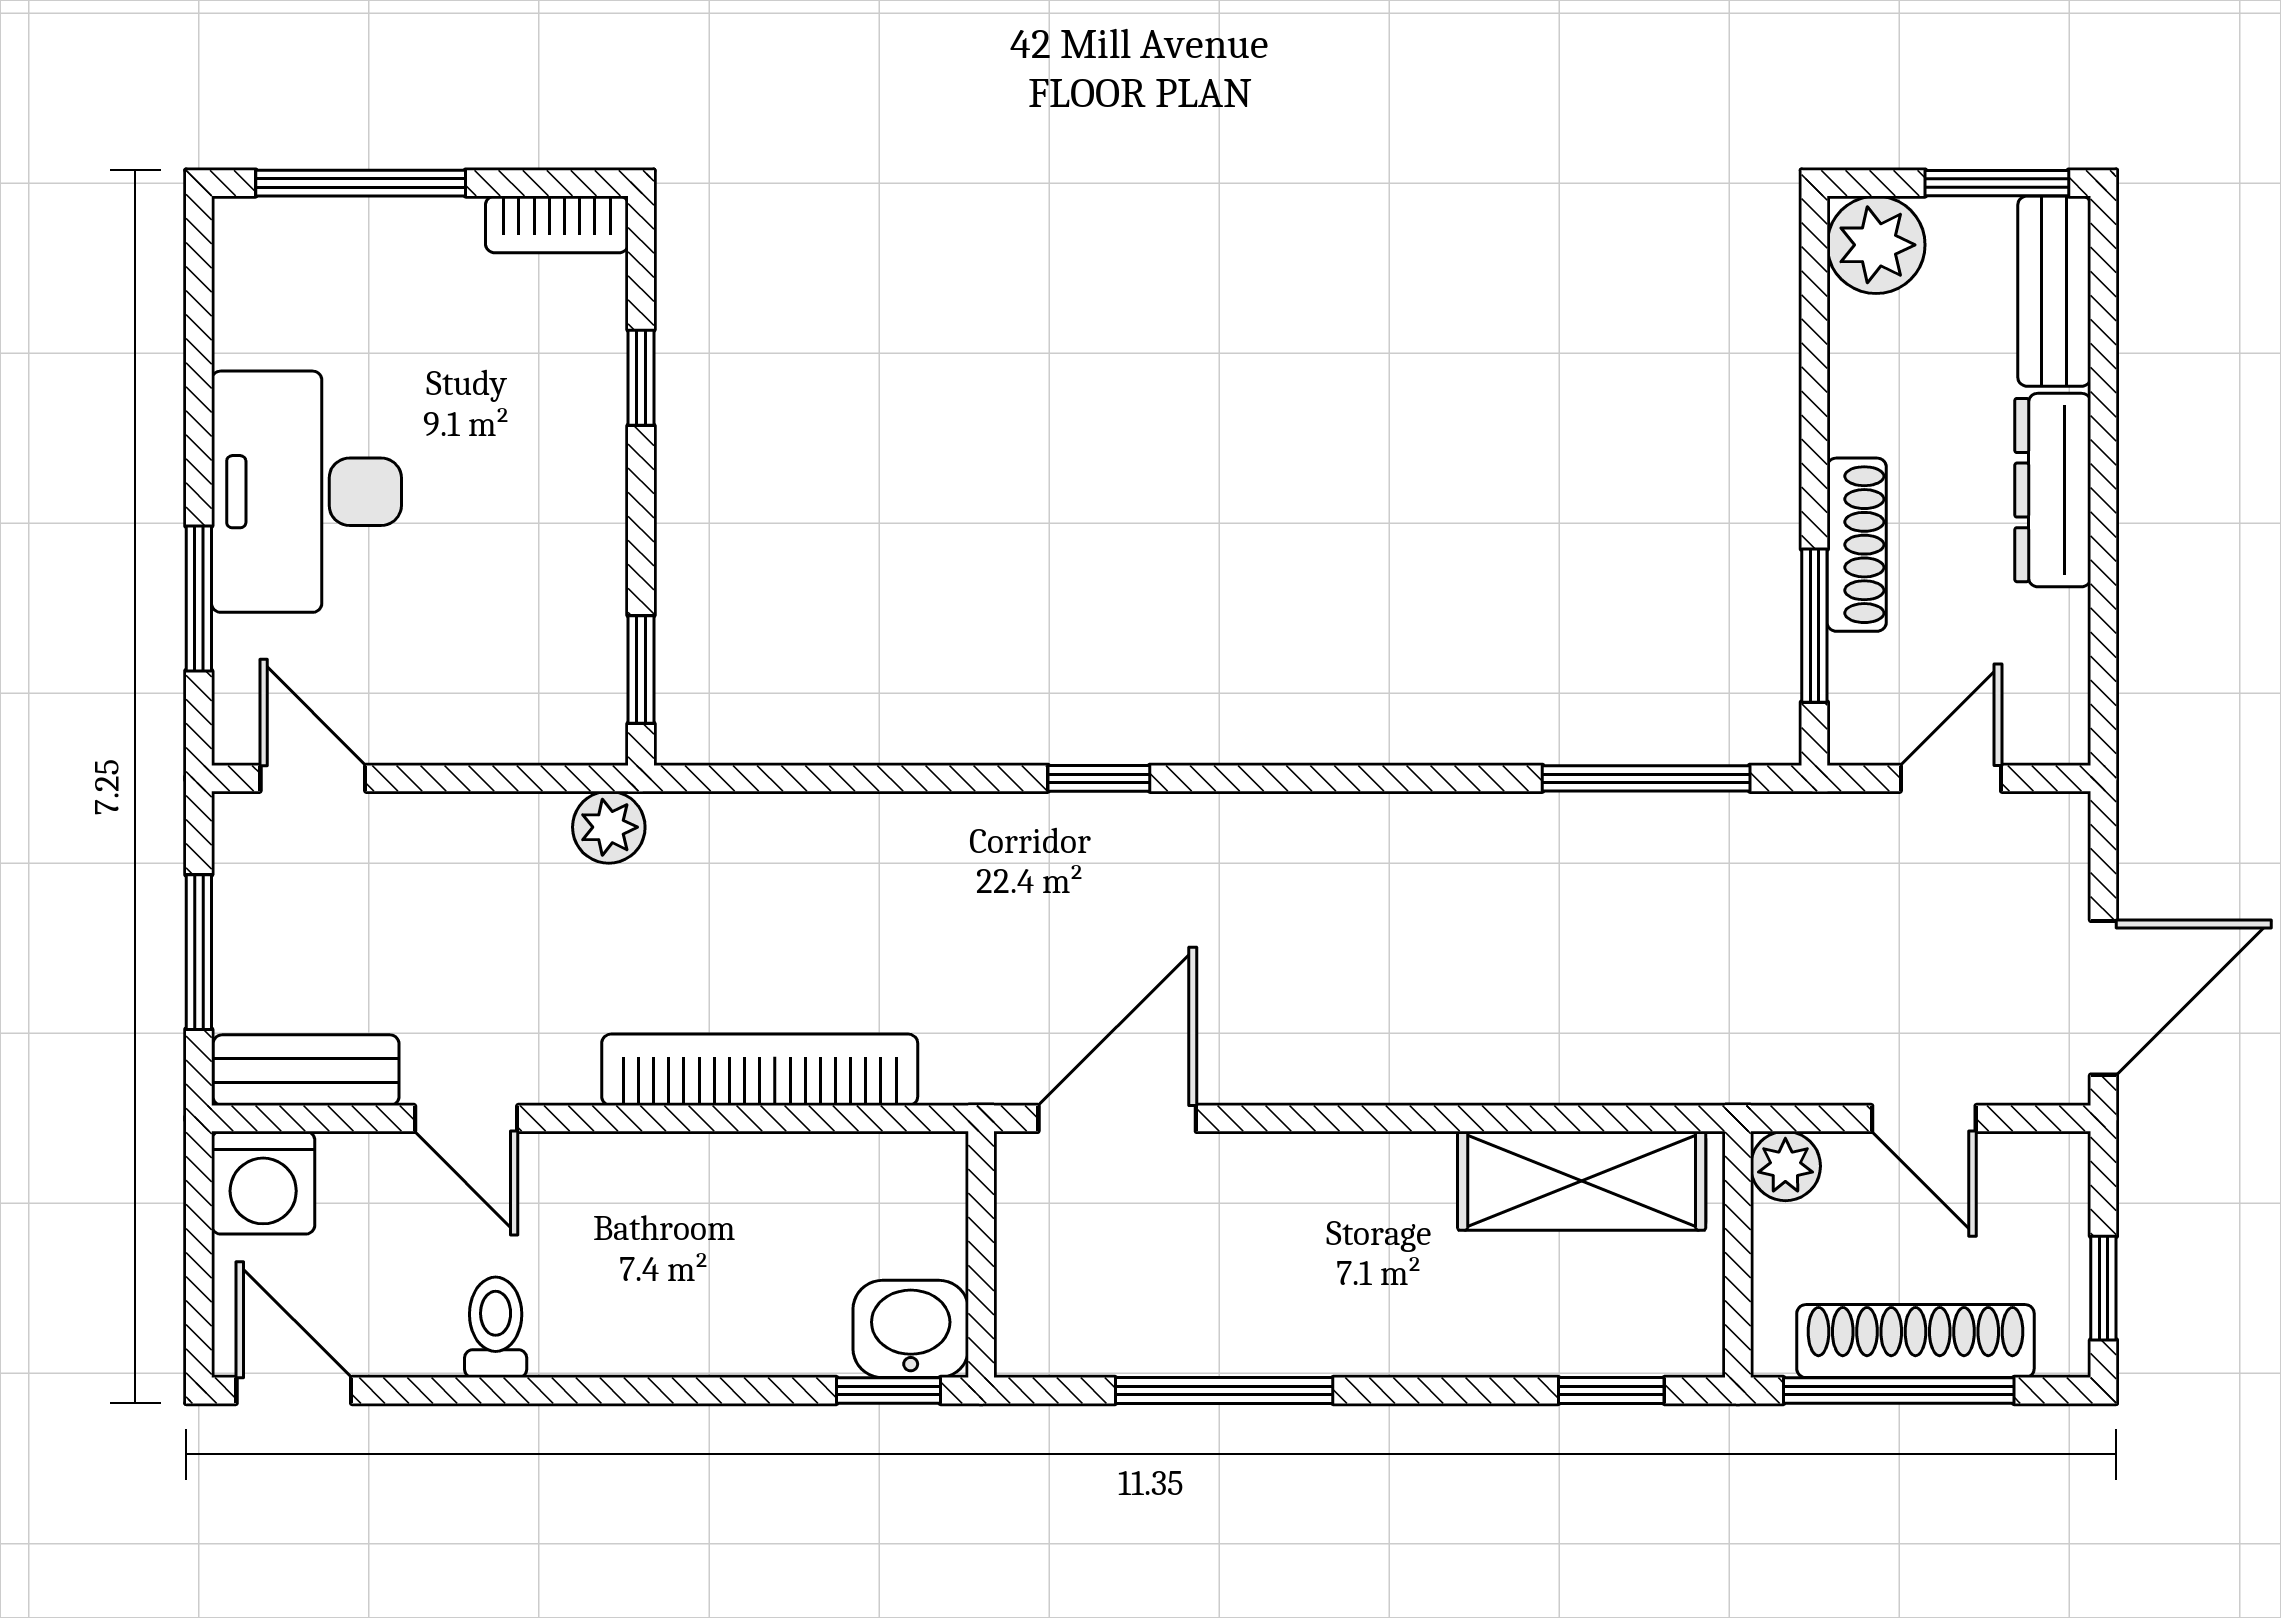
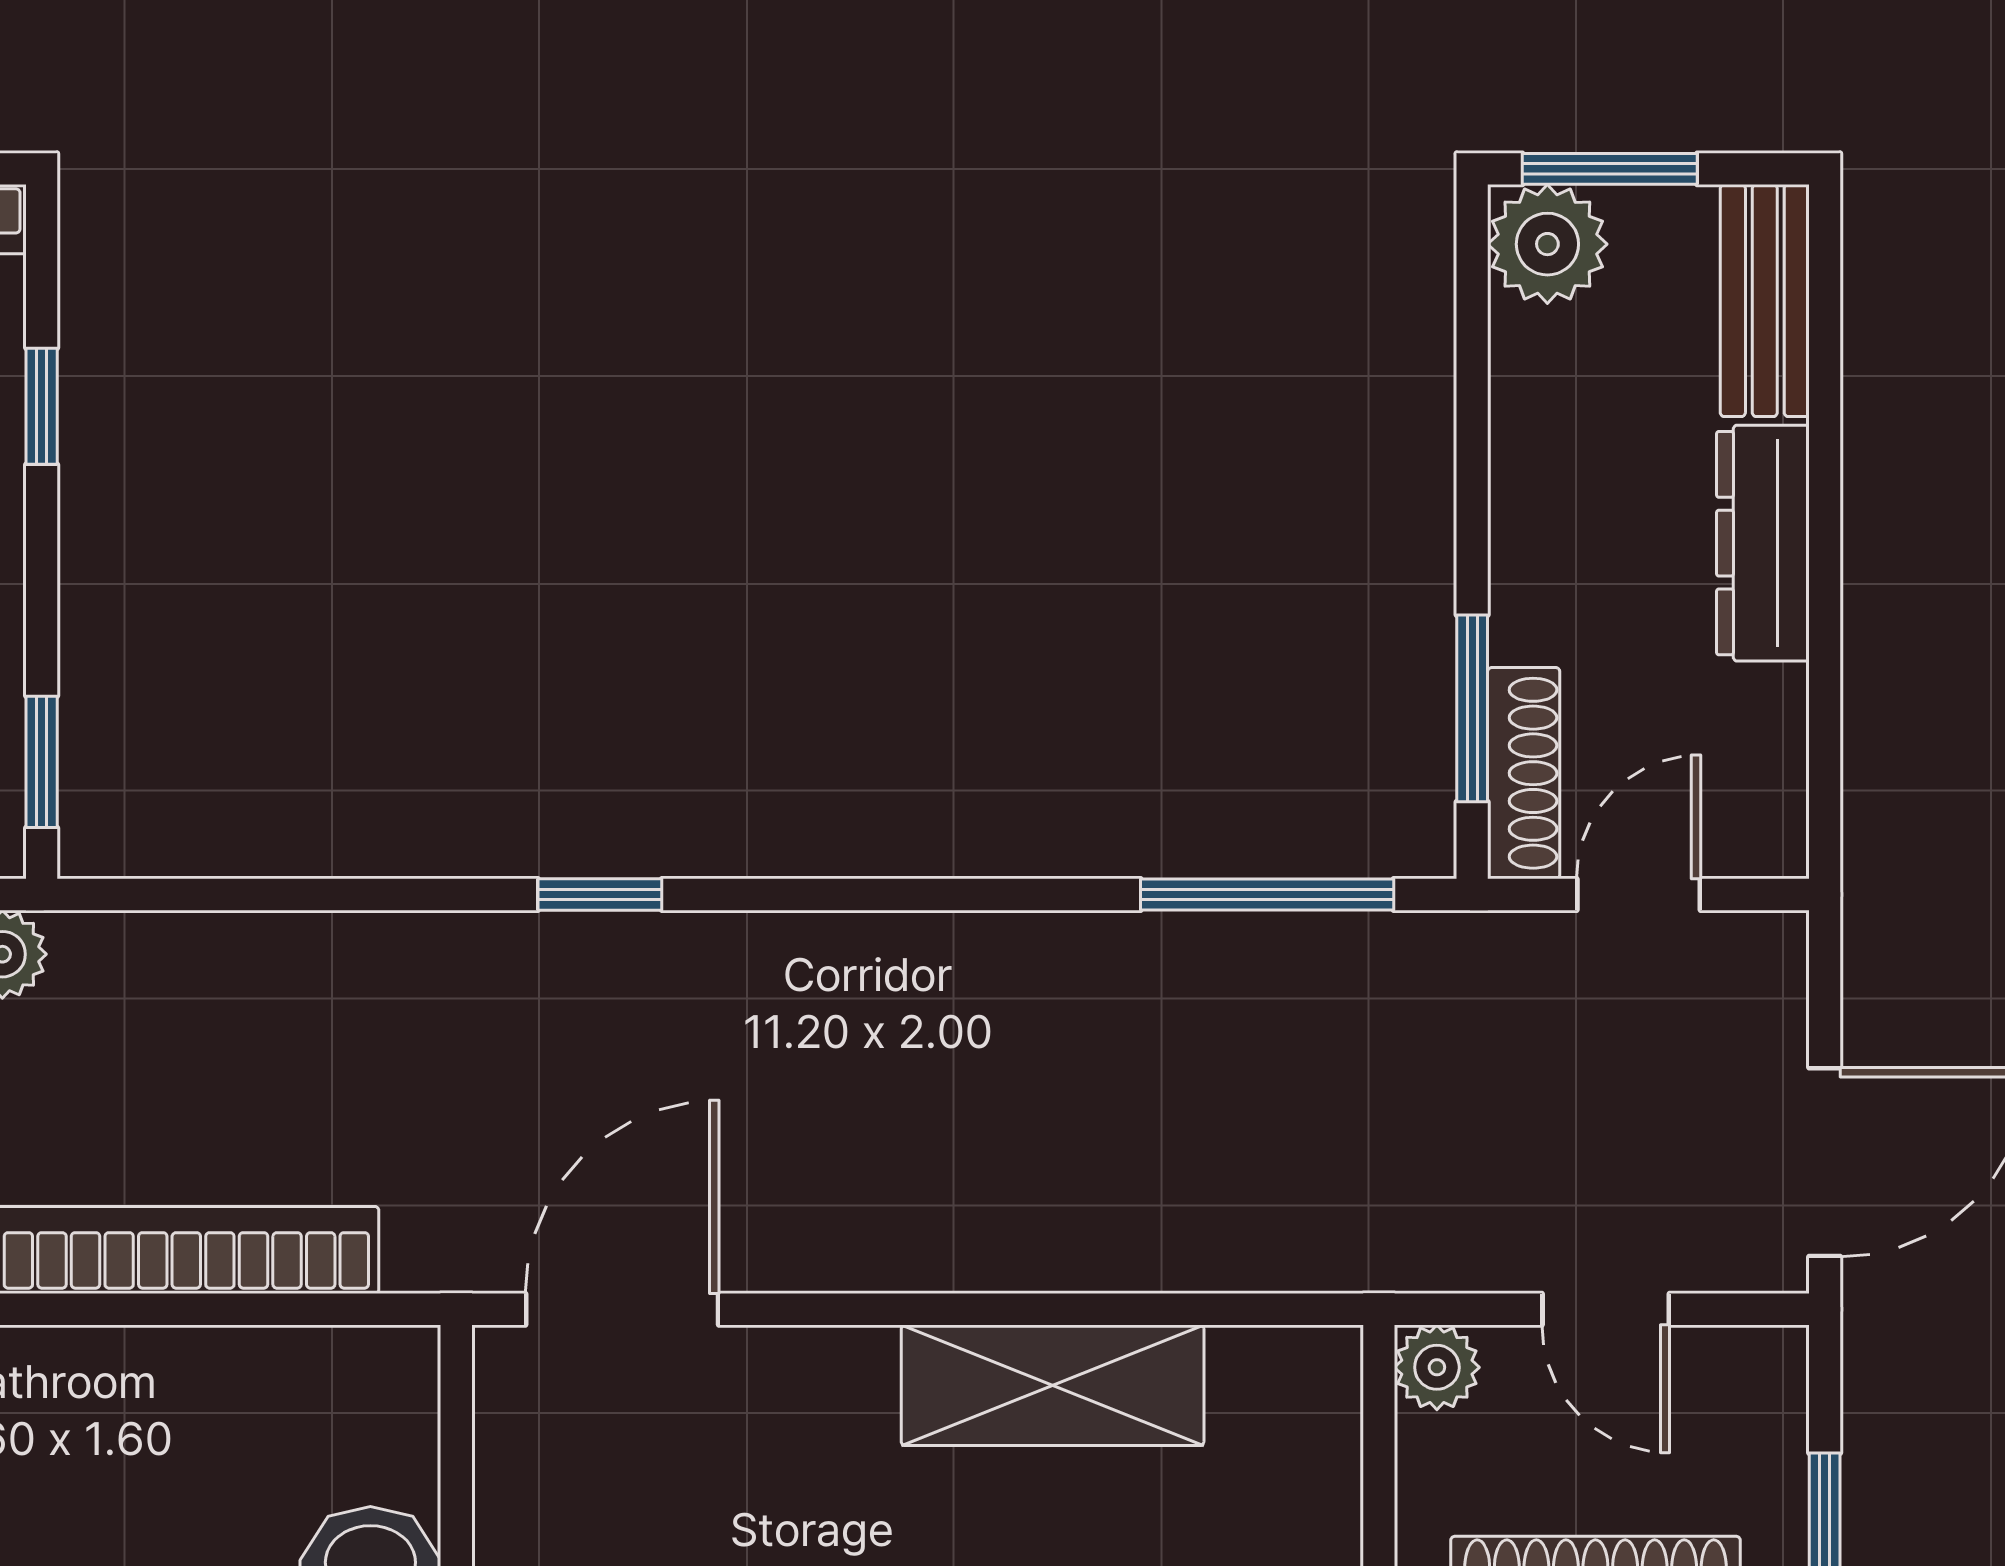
window: (1997, 183) -> (1610, 169), moved
shoe rack: (1857, 545) -> (1524, 773), moved
shelving: (1582, 1181) -> (1053, 1385), moved

